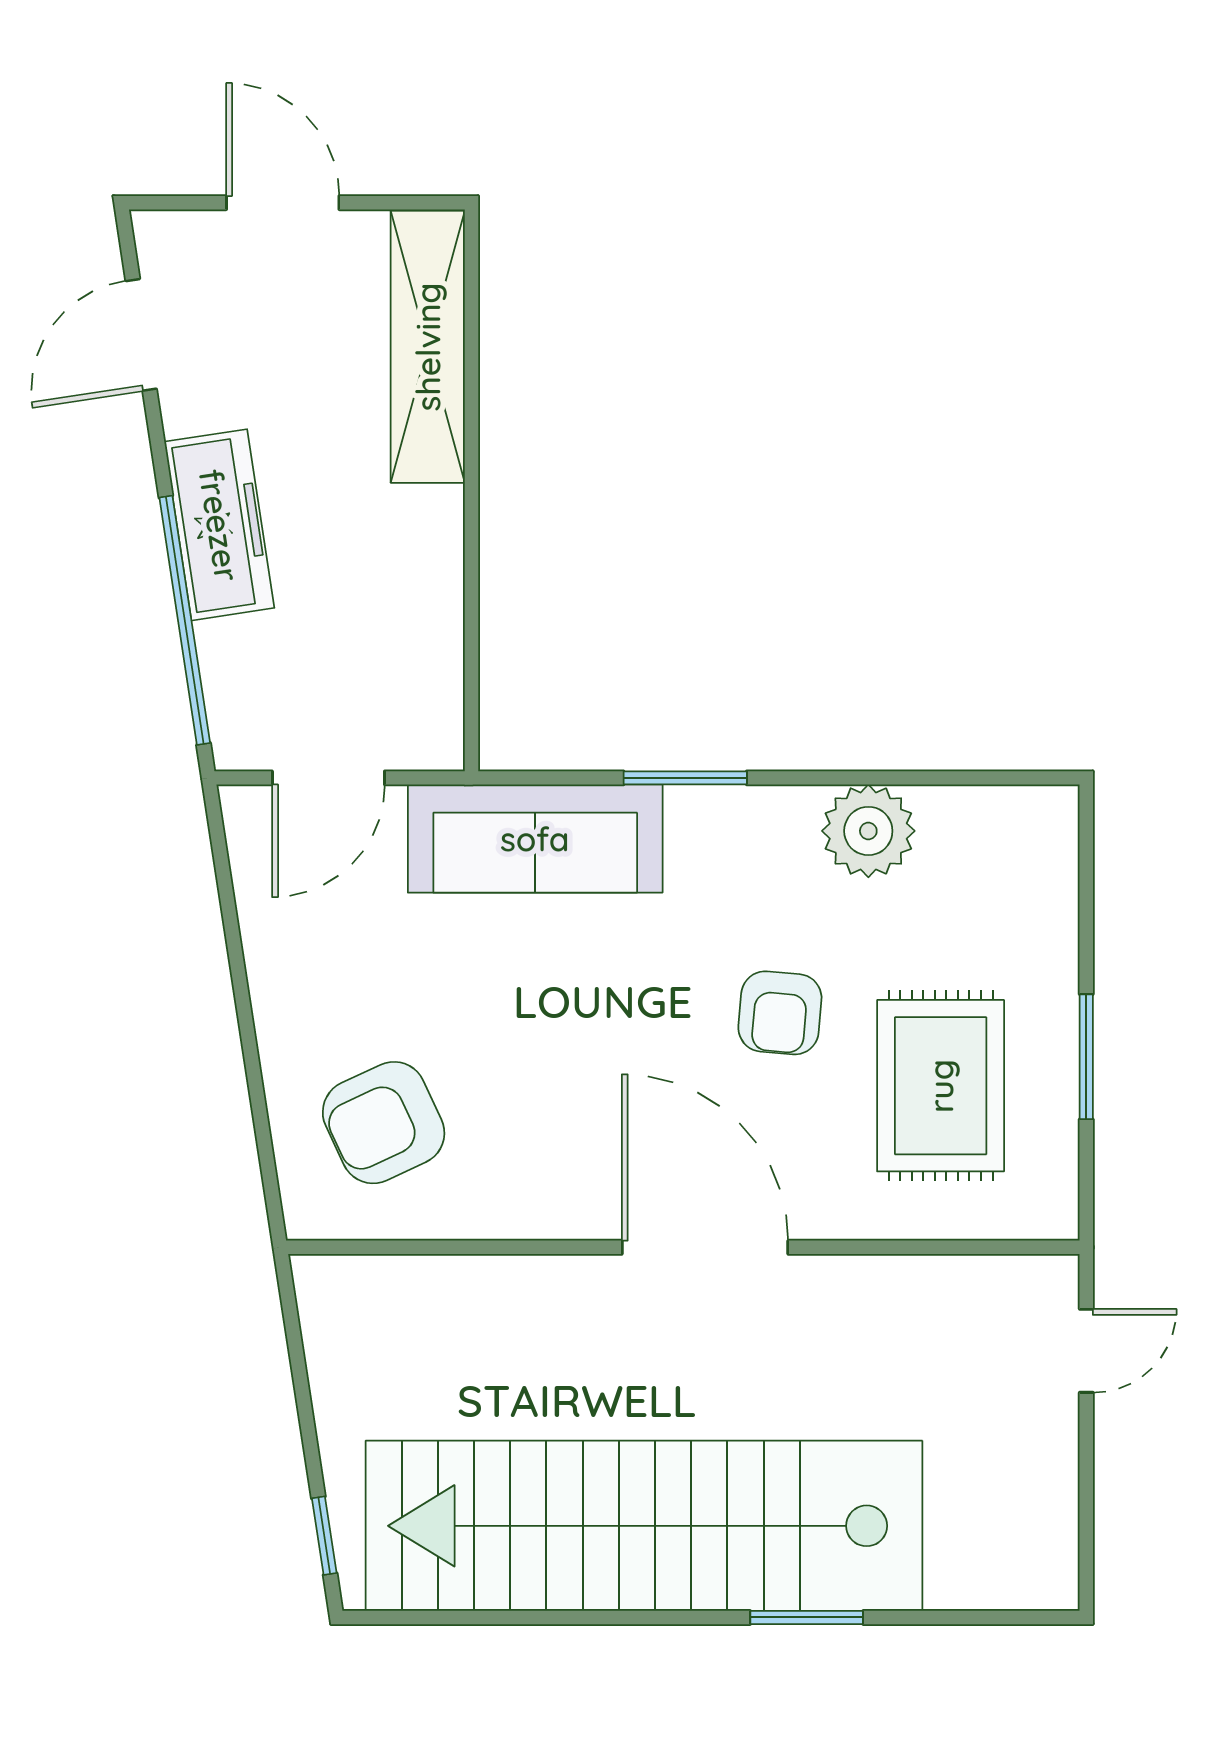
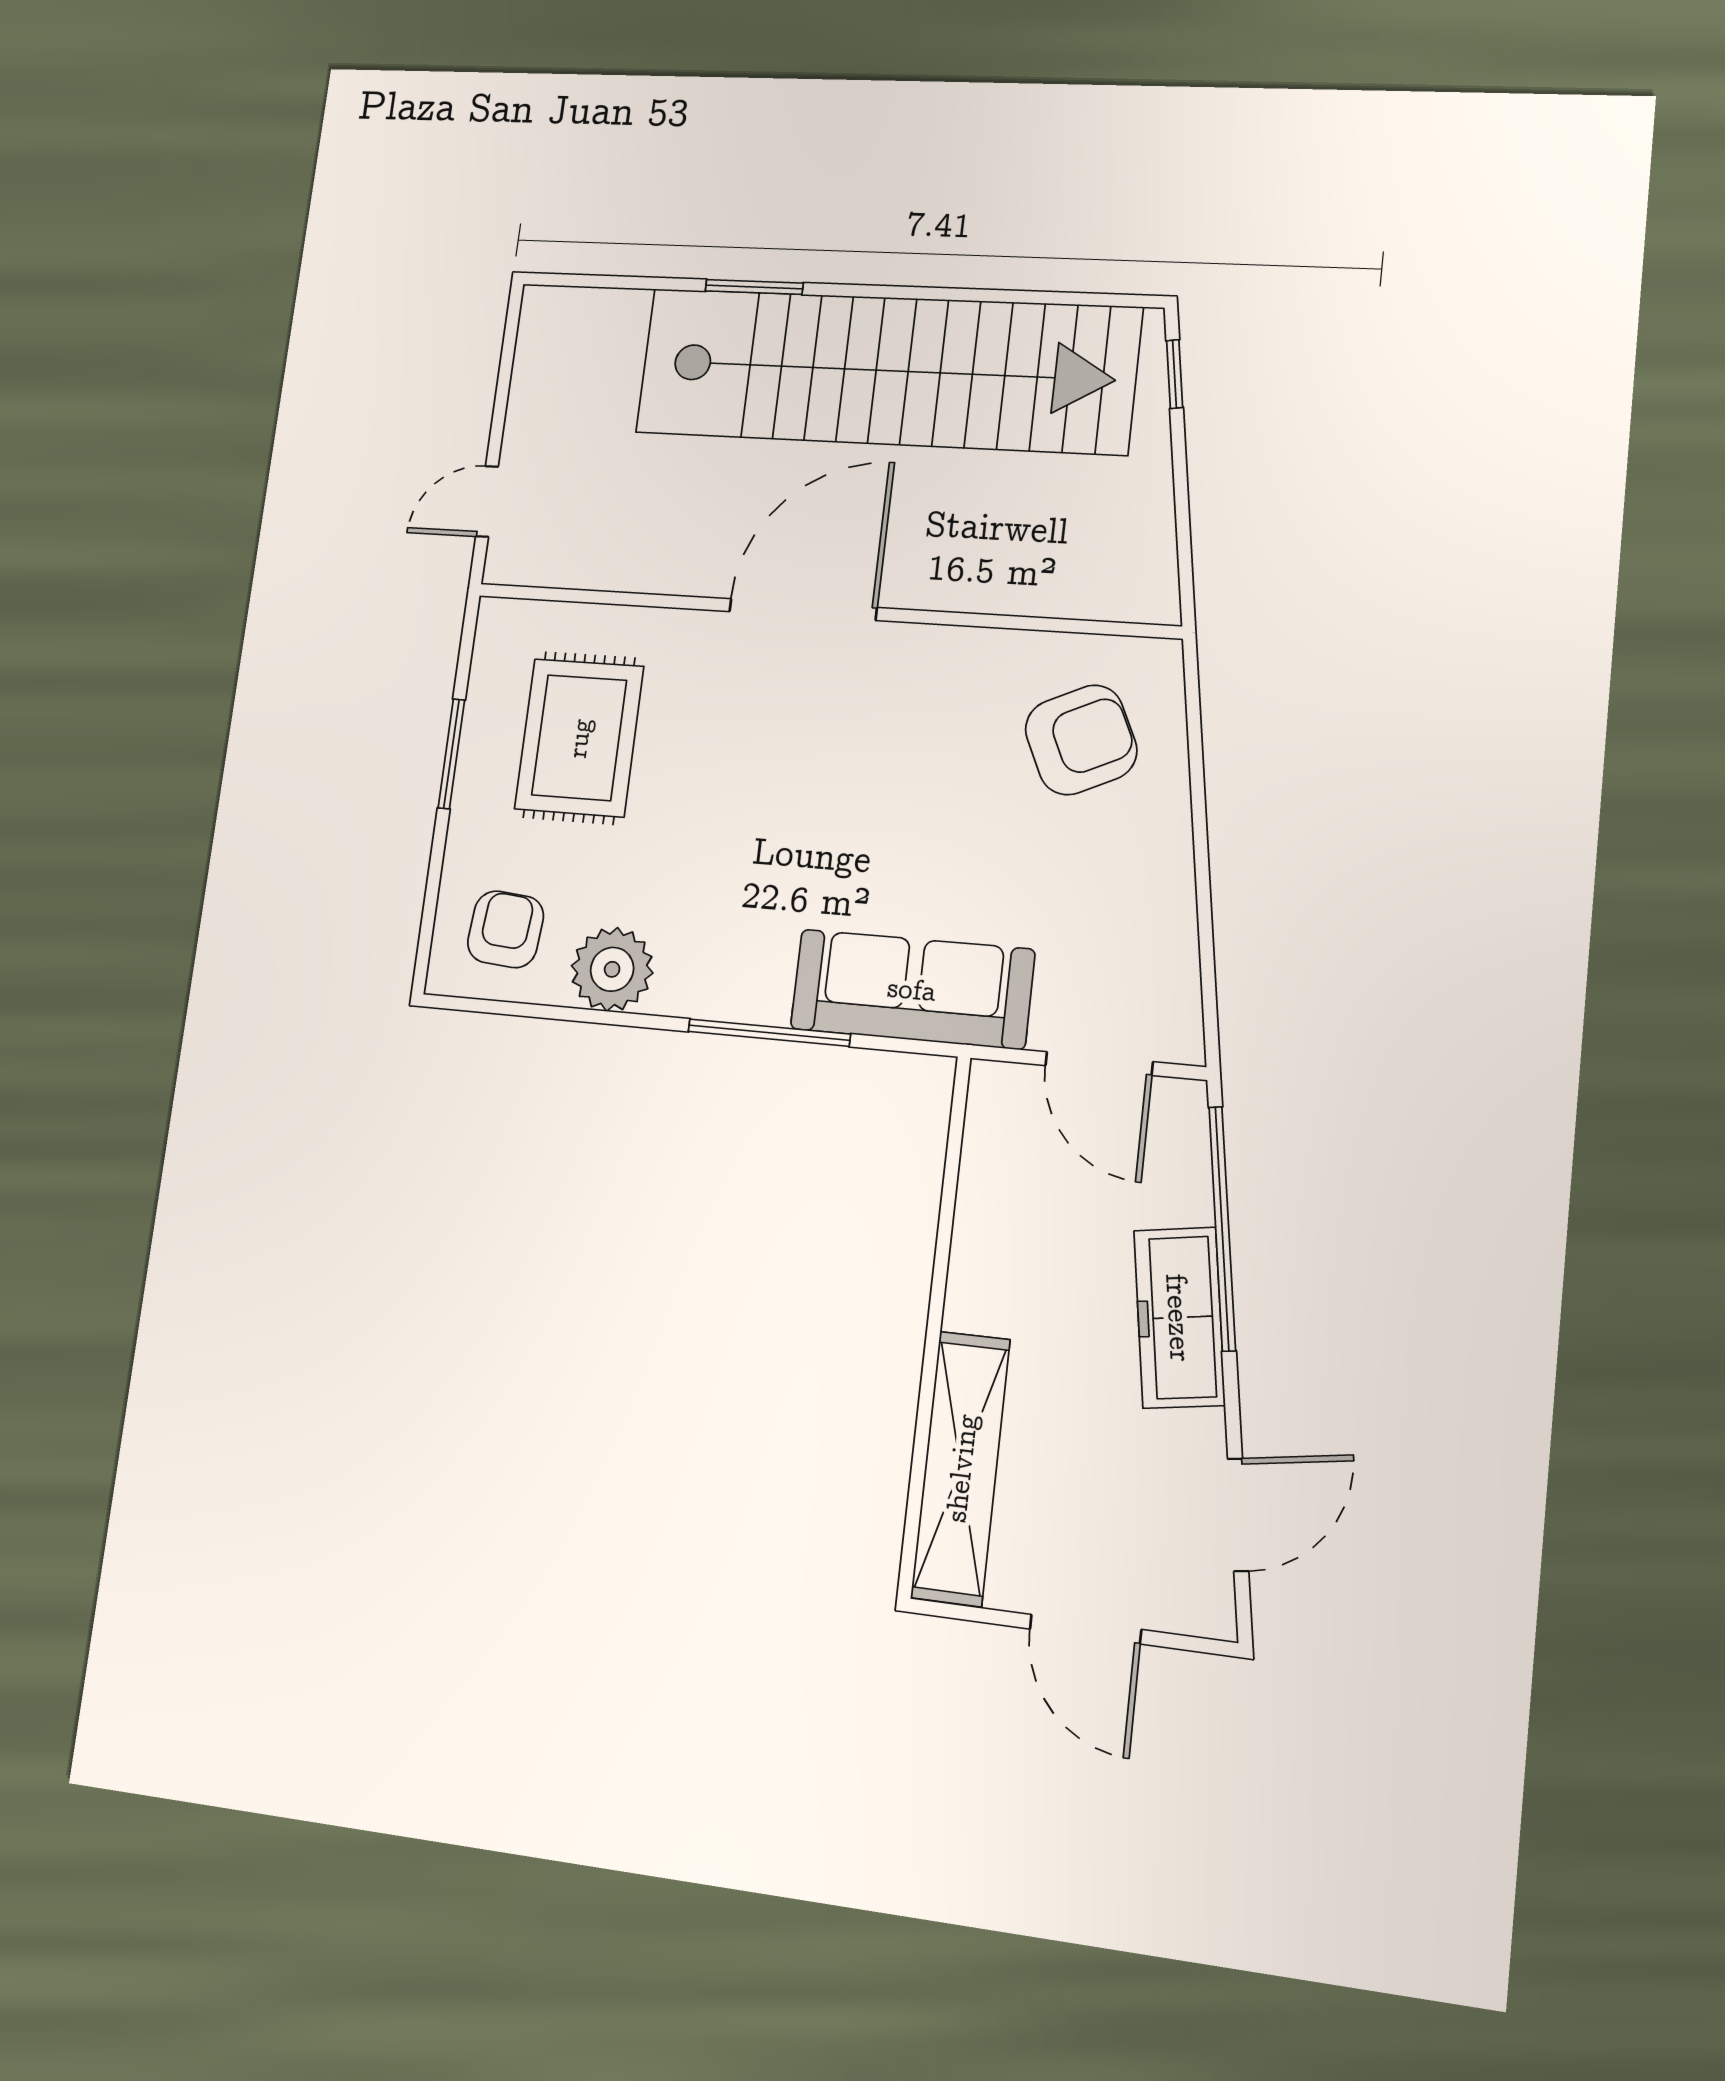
door: (328, 778) -> (1099, 1064), swing flipped
window: (685, 778) -> (769, 1033), width x1.44
armchair: (780, 1013) -> (506, 929), moved
door: (705, 1247) -> (803, 610), swing flipped

